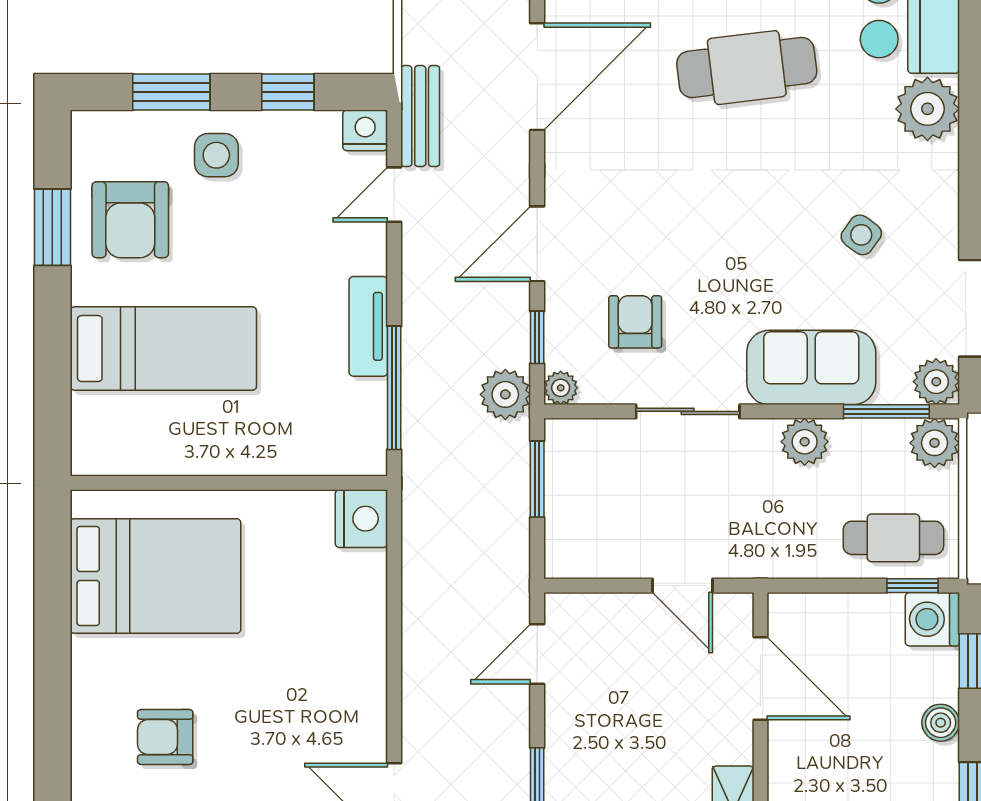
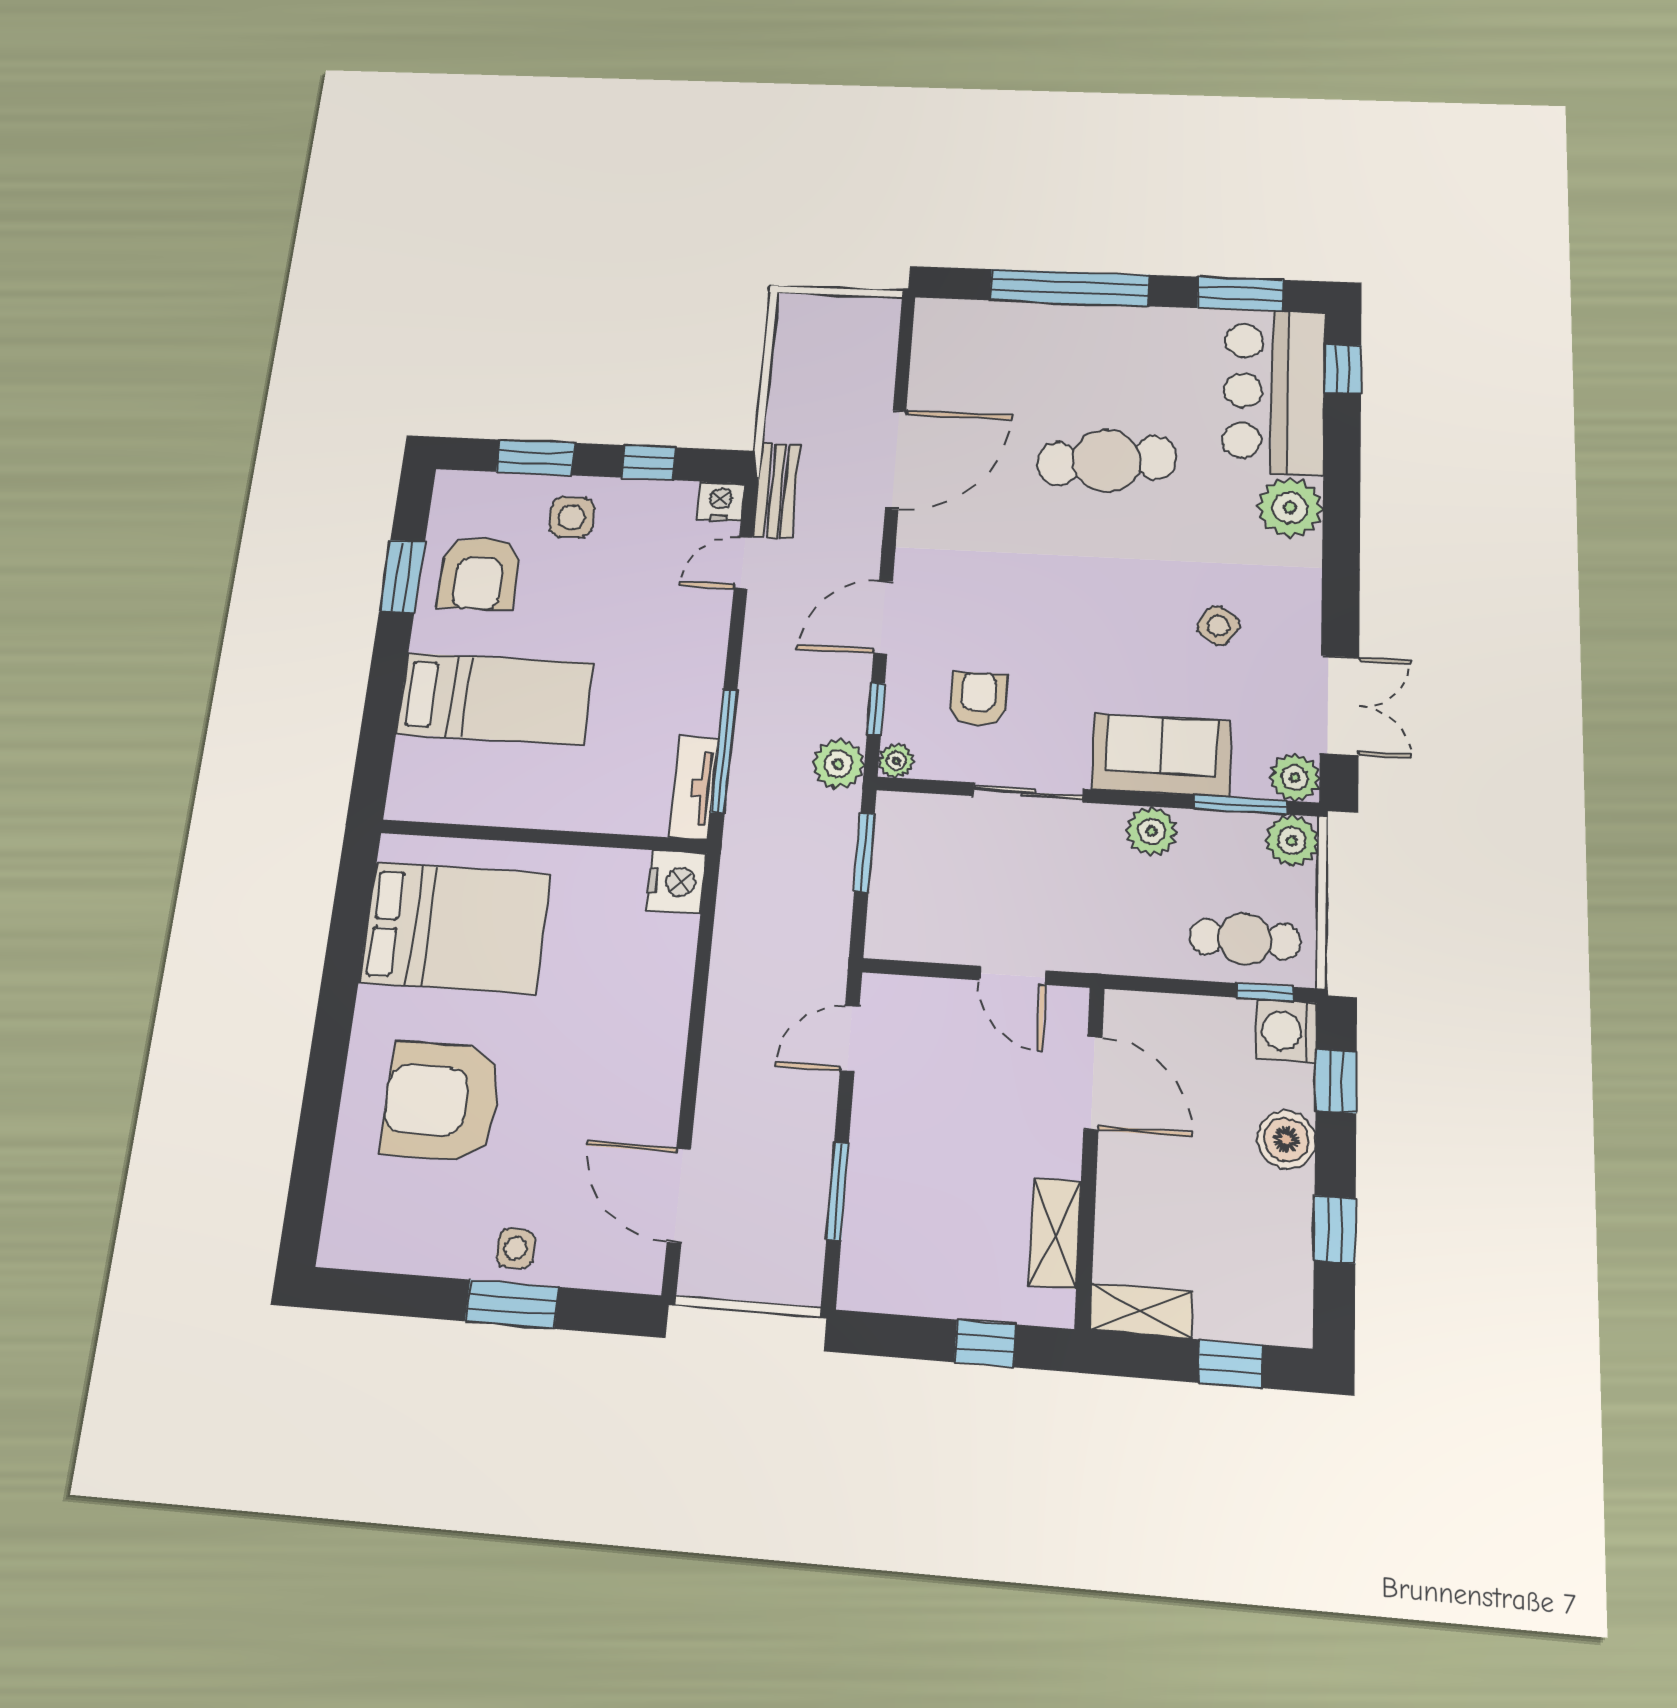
tv unit: (368, 326) -> (694, 788), moved
boiler: (941, 723) -> (1286, 1140), width x1.36, depth x1.36
armchair: (165, 737) -> (442, 1101), width x1.88, depth x1.88

